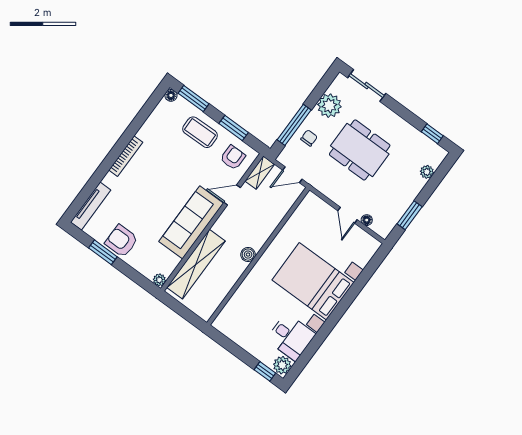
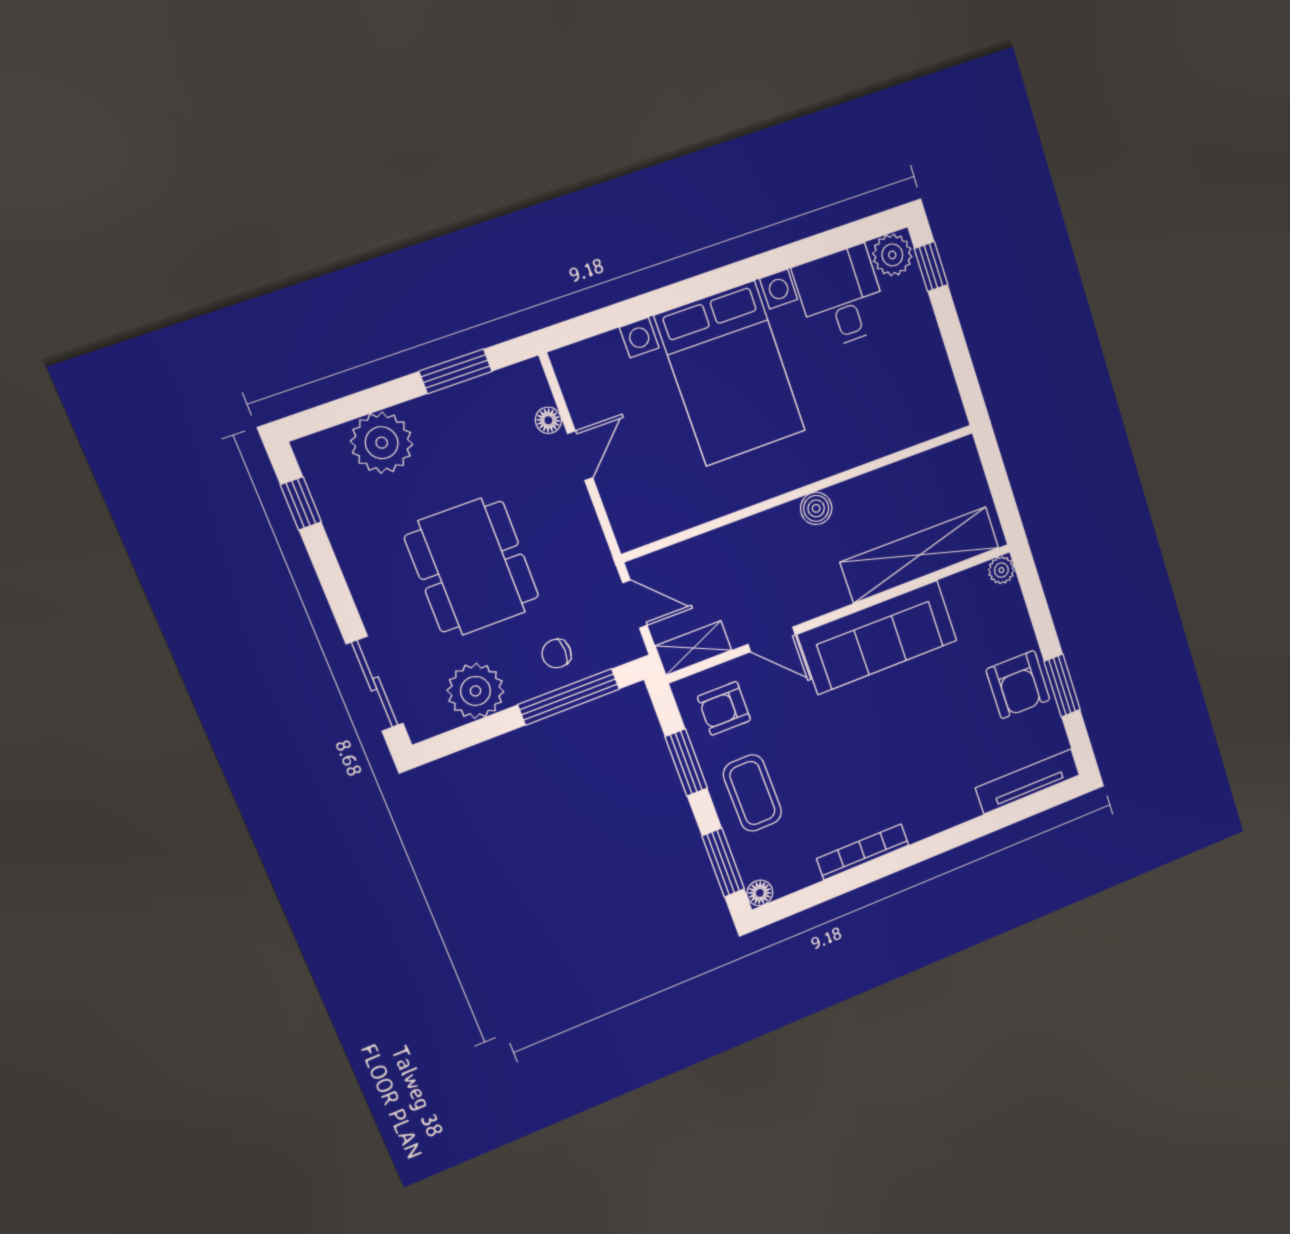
bookcase: (126, 156) -> (863, 852), moved
plant: (427, 172) -> (382, 443), width x1.87, depth x1.87

